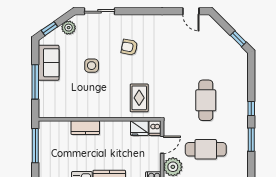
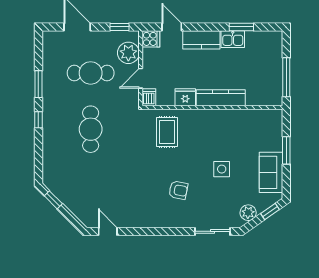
window: (35, 82) -> (286, 150), width x0.69
kitchen counter: (85, 128) -> (221, 98), width x1.50
fridge: (139, 128) -> (185, 97), moved

